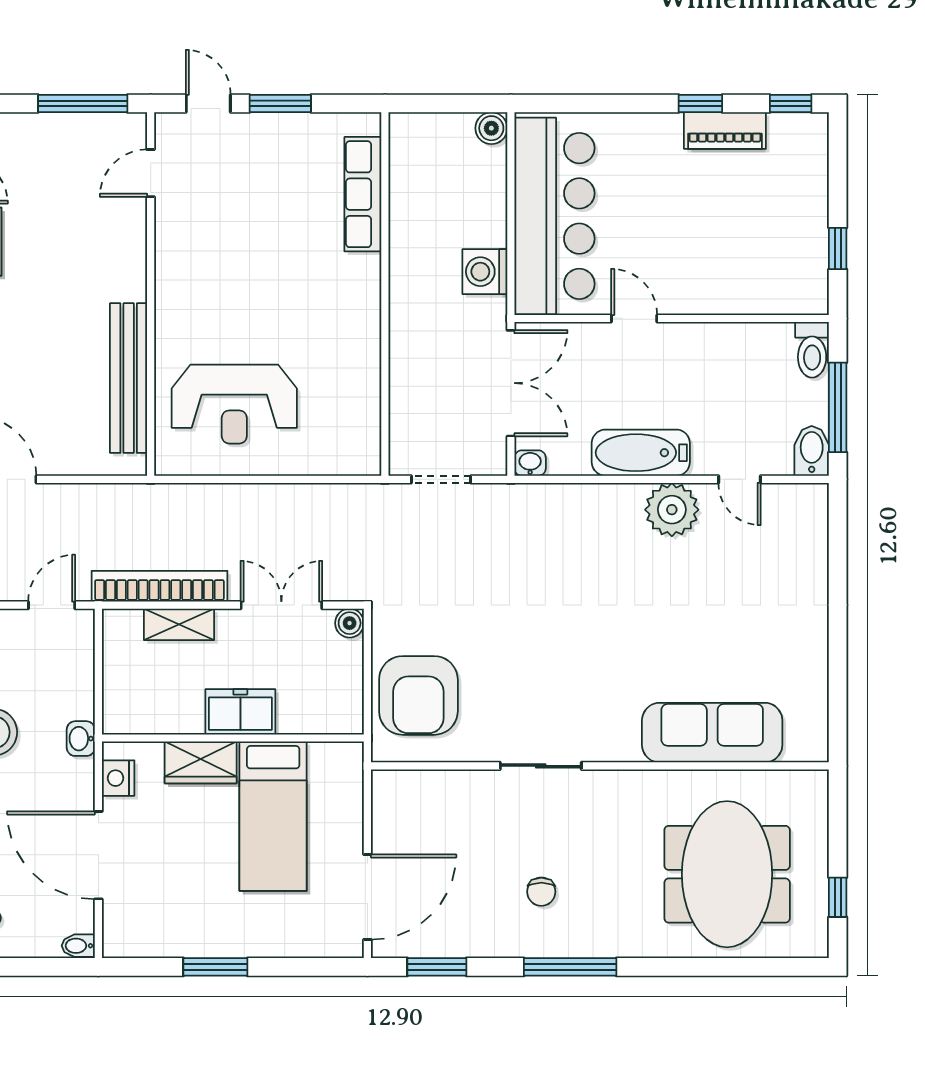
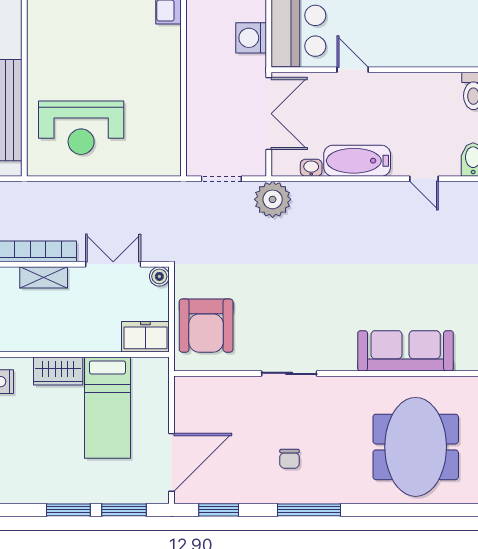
washbasin: (530, 463) -> (311, 168), moved
plant: (672, 510) -> (273, 199), moved
freezer: (240, 712) -> (145, 337), moved
window: (298, 967) -> (124, 510), added

